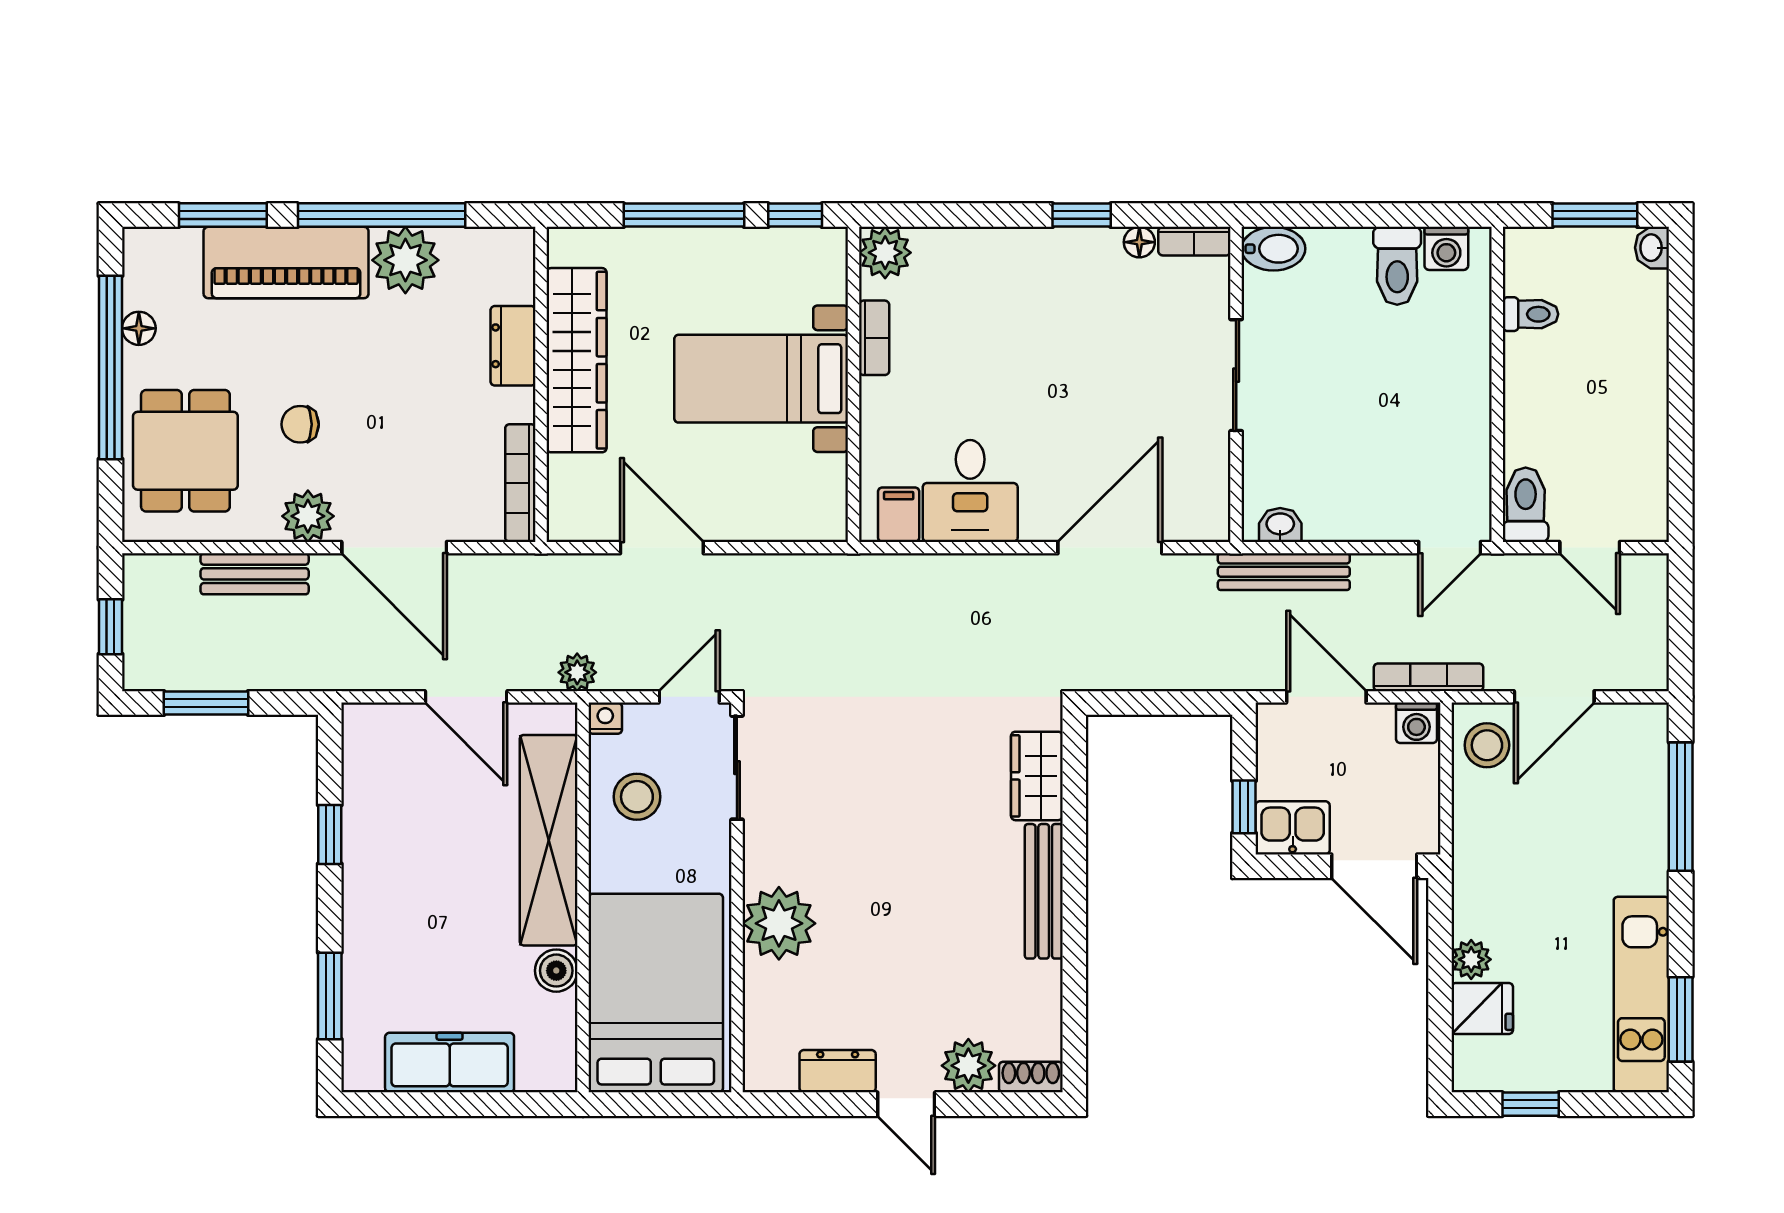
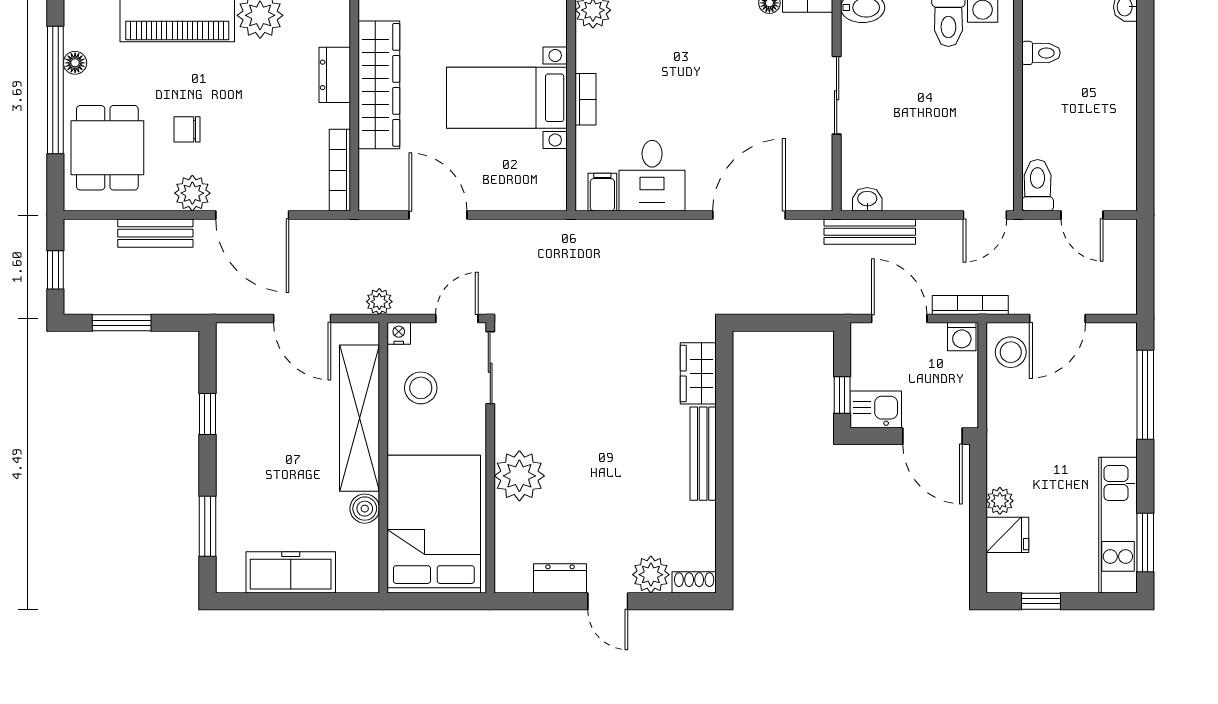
bookcase: (874, 338) -> (585, 99), moved

